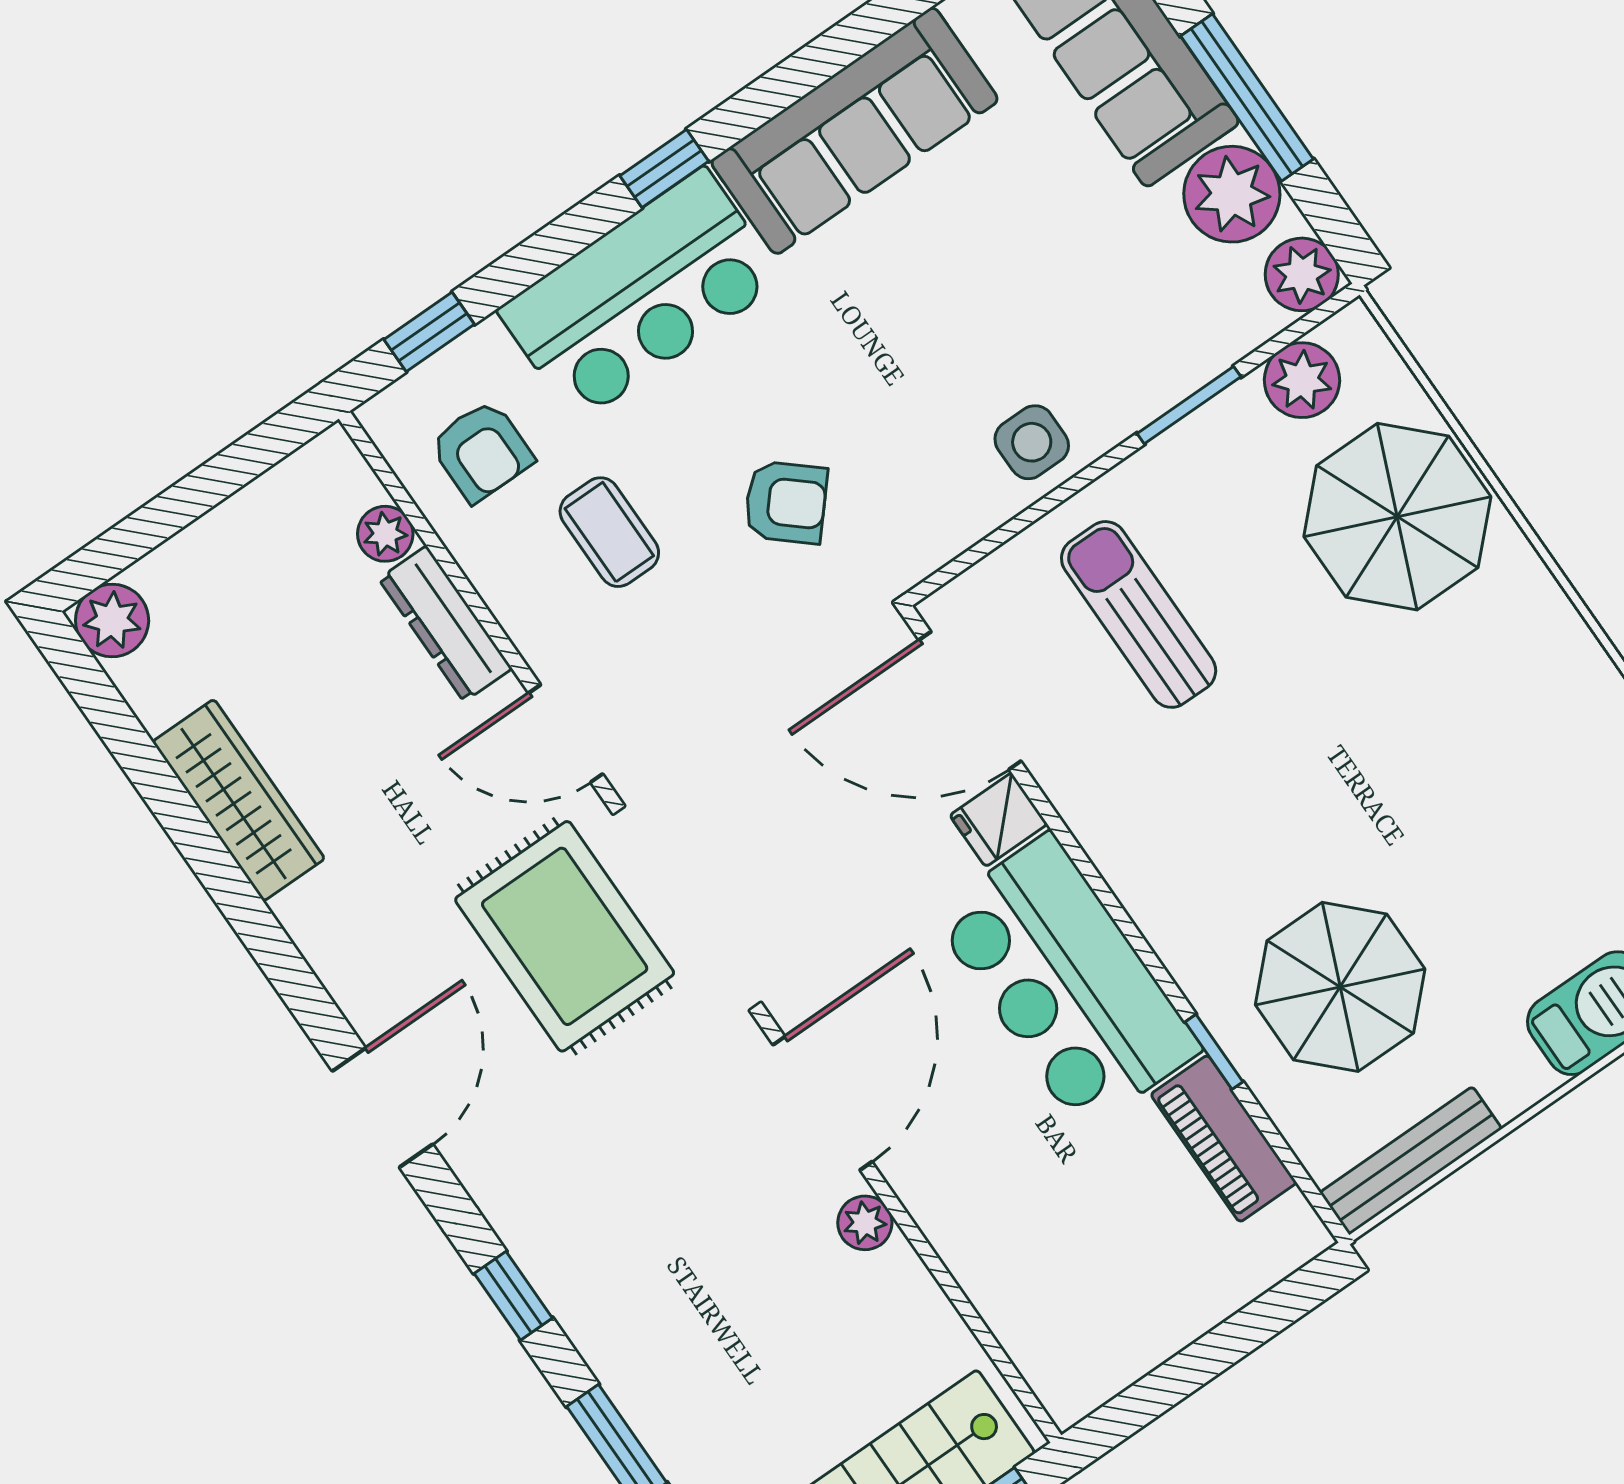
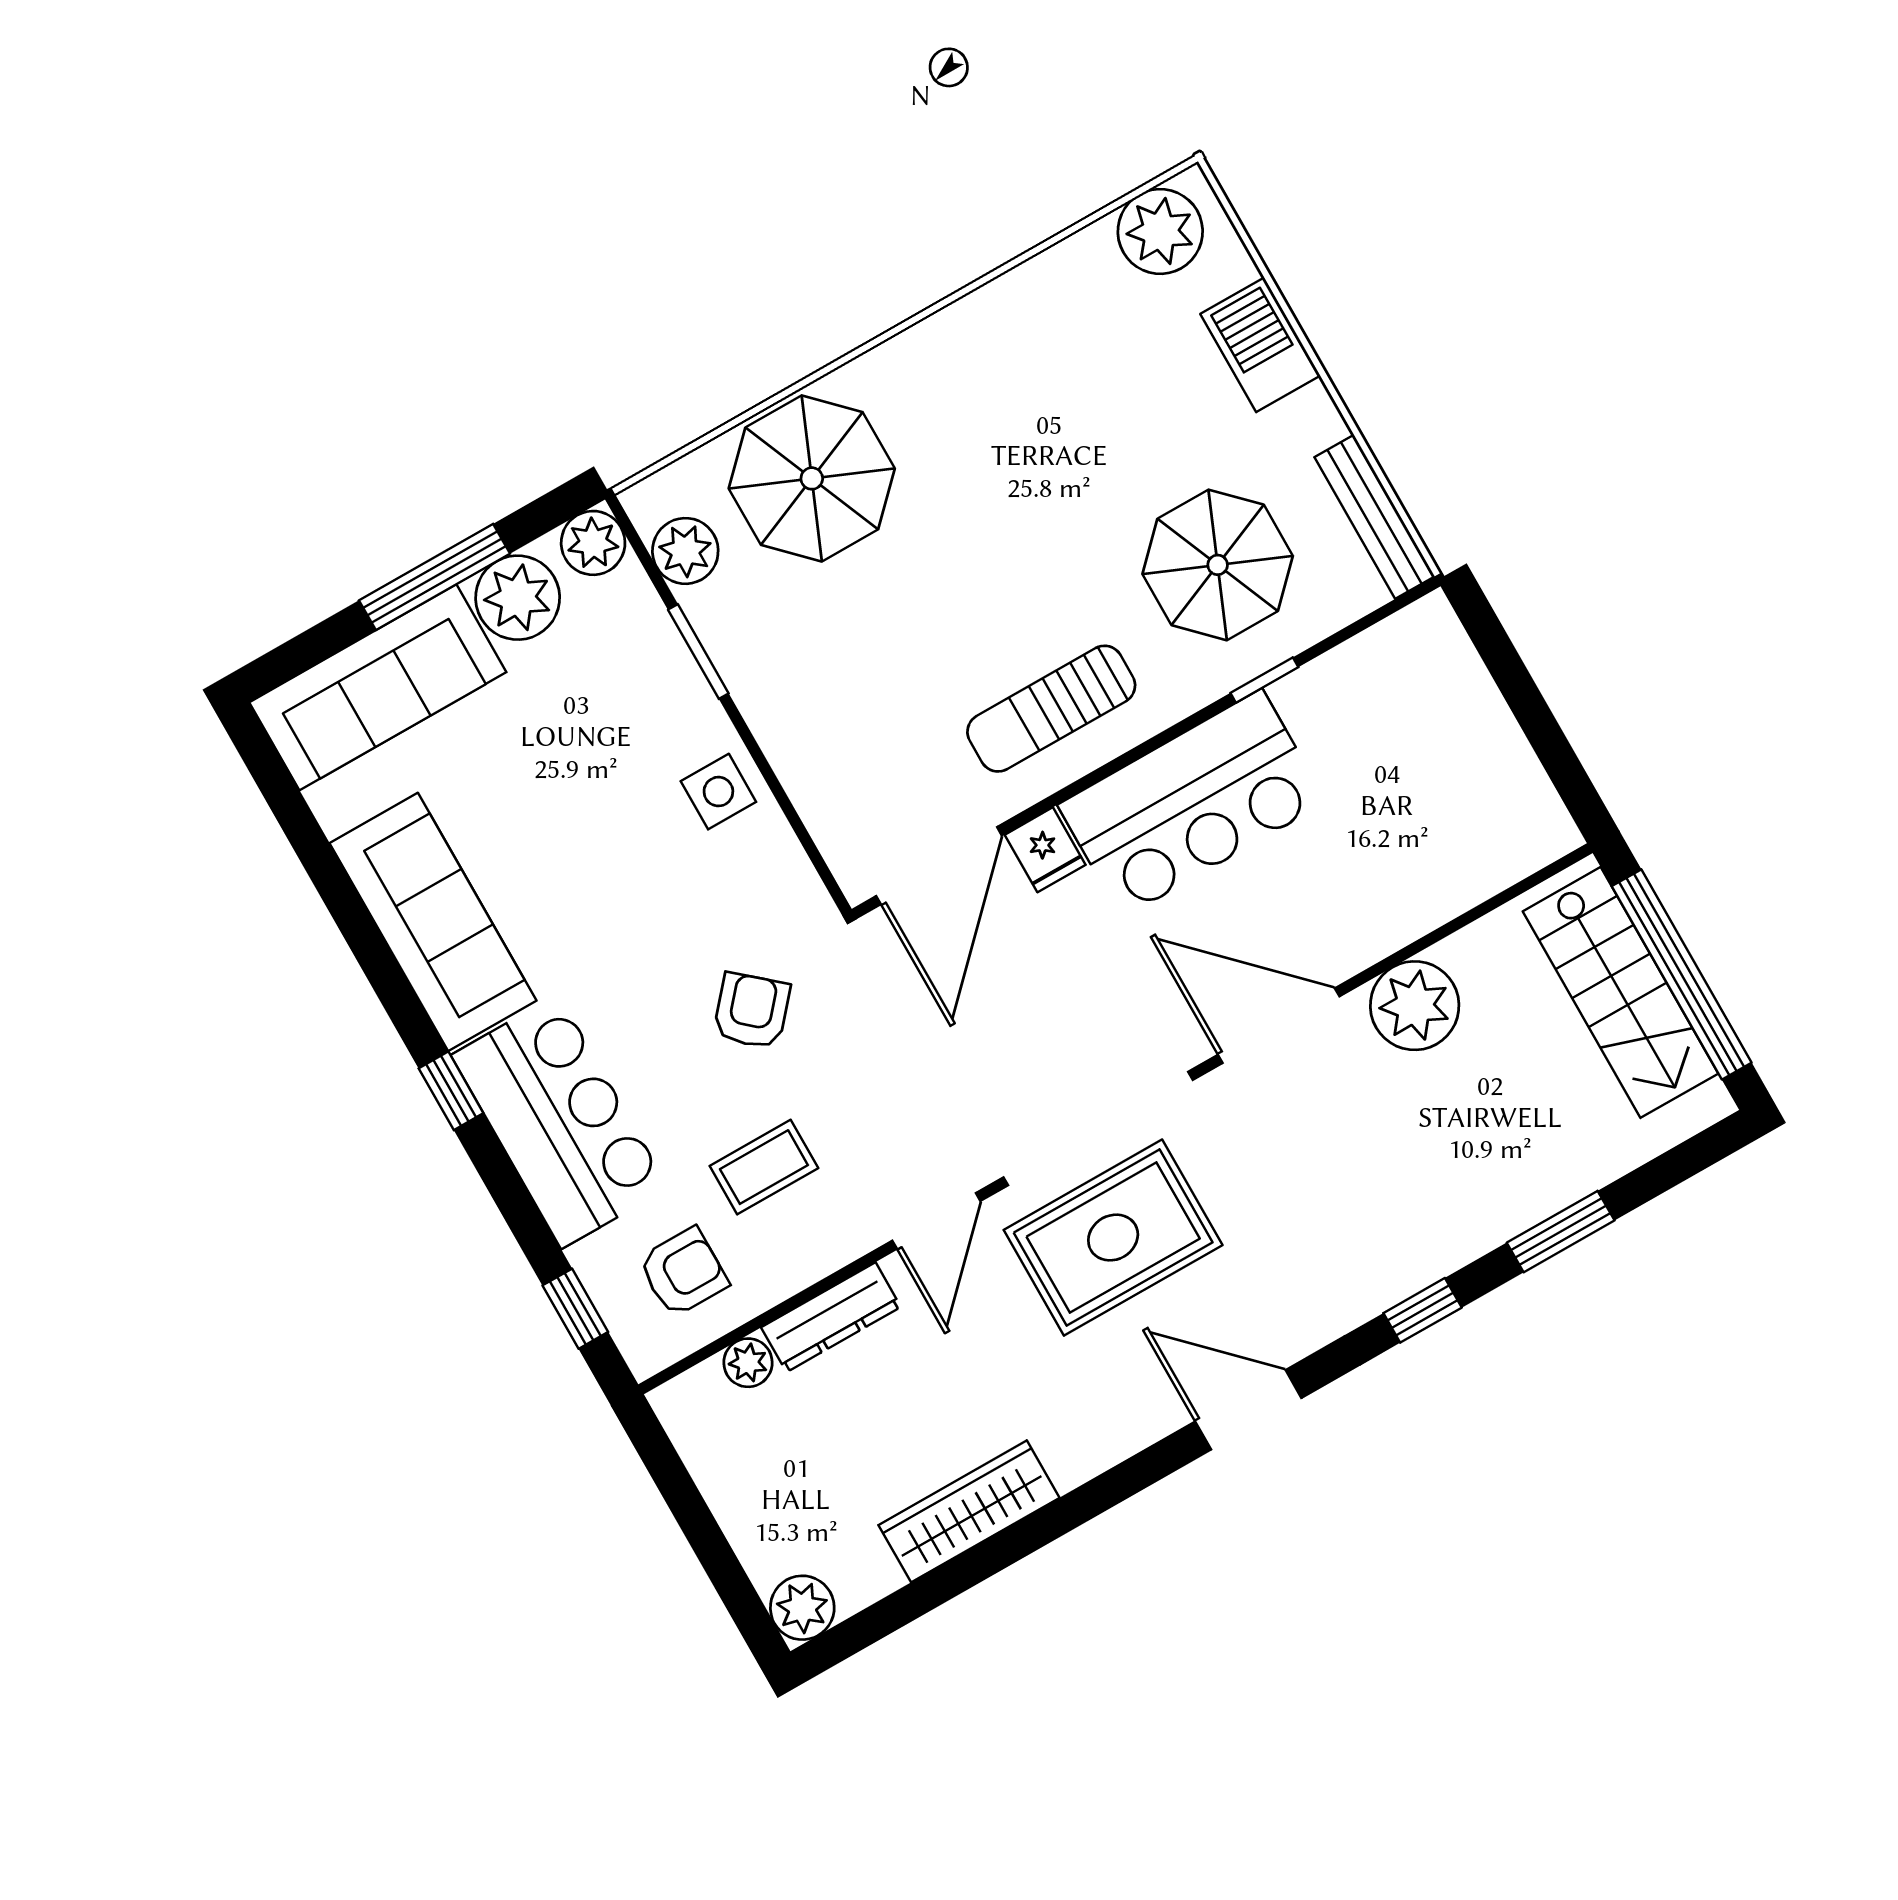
sun lounger: (1139, 614) -> (1051, 709), moved
piano: (1224, 1139) -> (1341, 678), removed
plant: (865, 1223) -> (1415, 1006), width x1.87, depth x1.87

